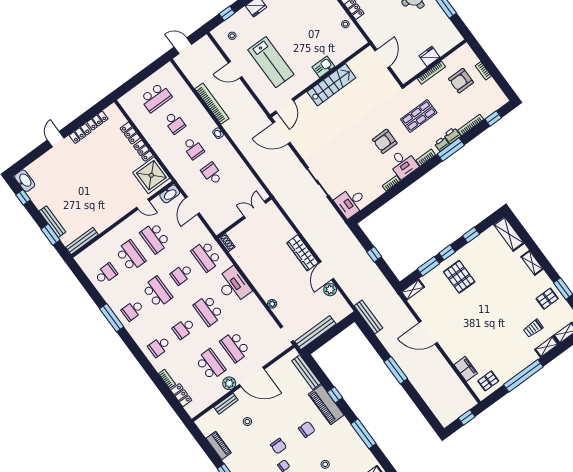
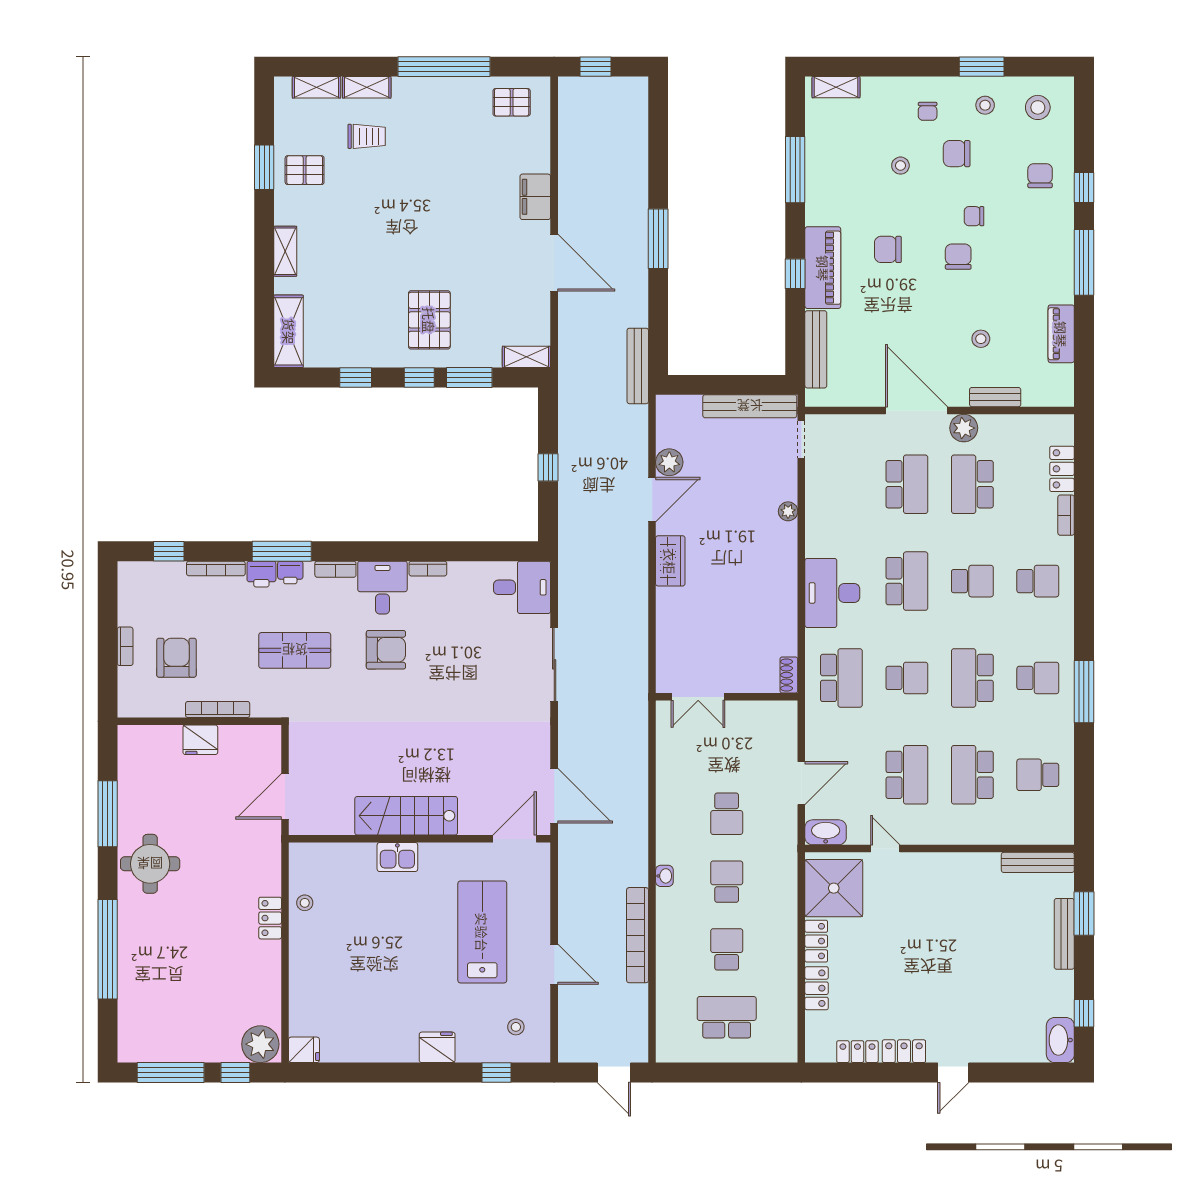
armchair: (461, 81) -> (176, 658), turned -90
wardrobe: (303, 253) -> (670, 561), width x0.67
filing cabinet: (466, 369) -> (535, 197), moved

